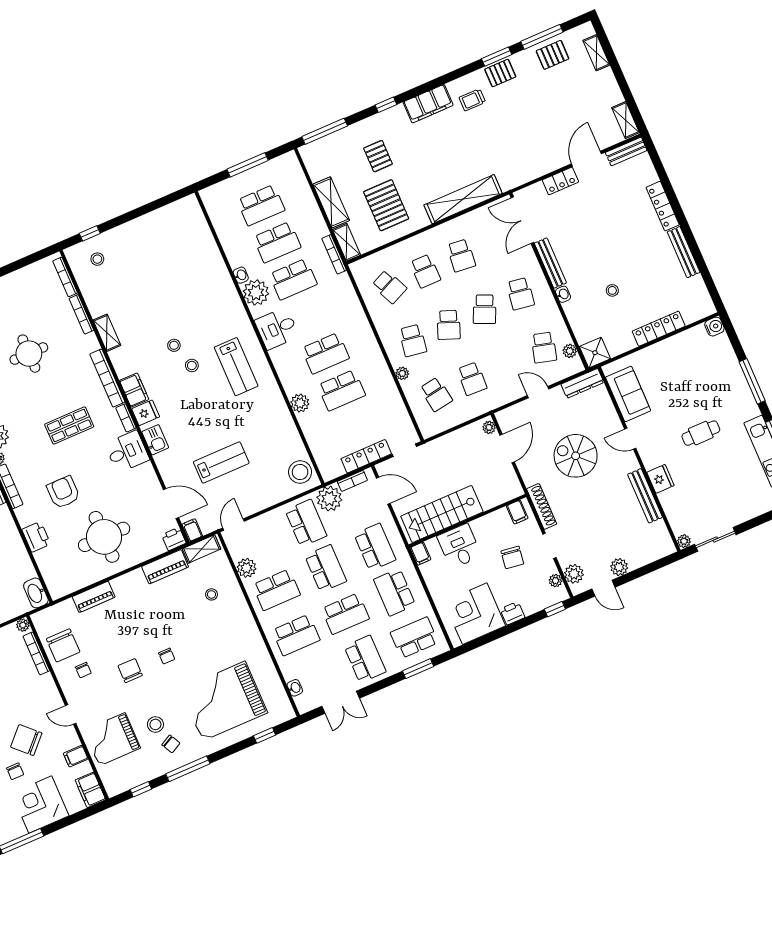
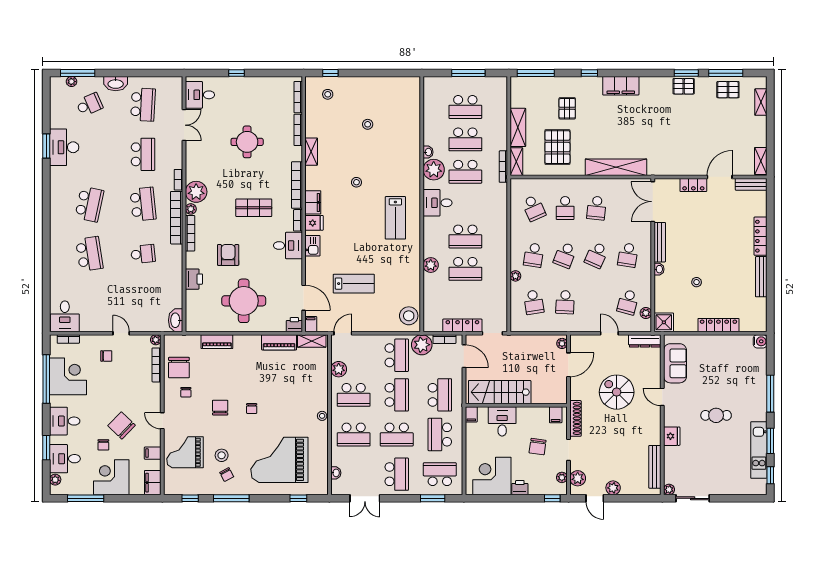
trolley: (472, 100) -> (654, 97), removed
stool: (192, 365) -> (368, 124), moved
bench: (645, 496) -> (655, 467), moved
stool: (211, 594) -> (322, 416), moved

